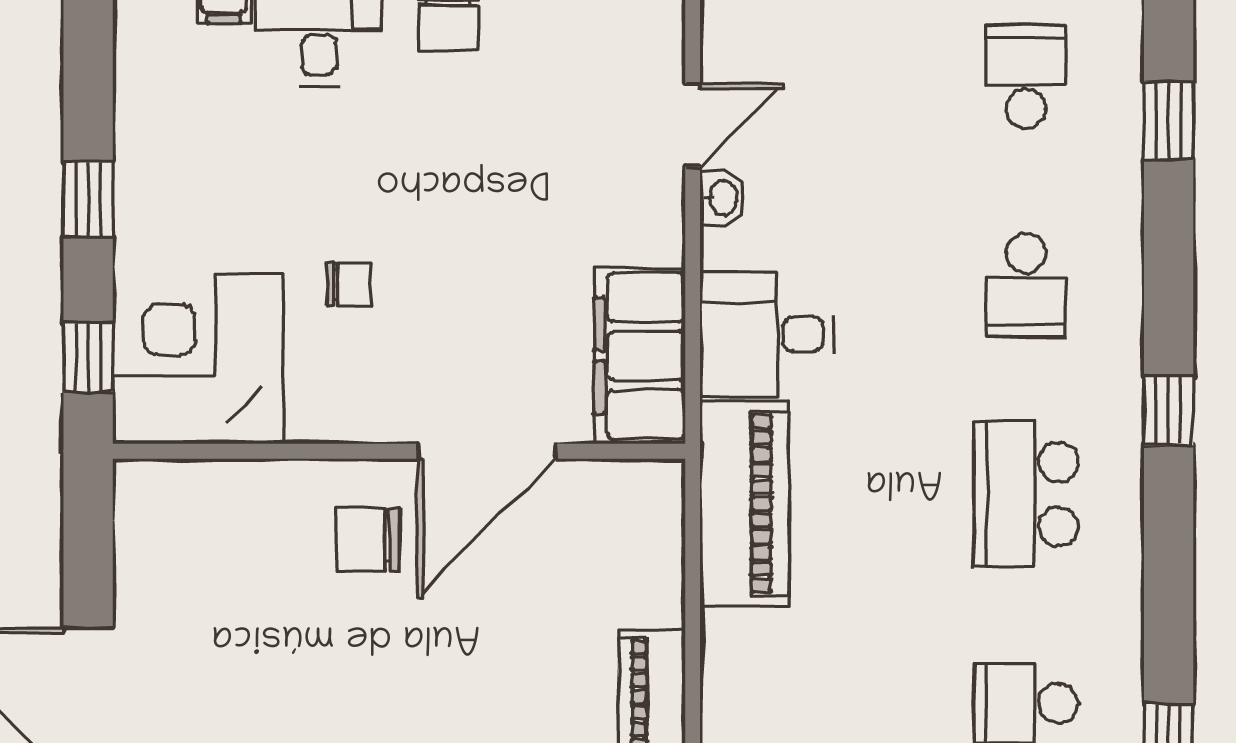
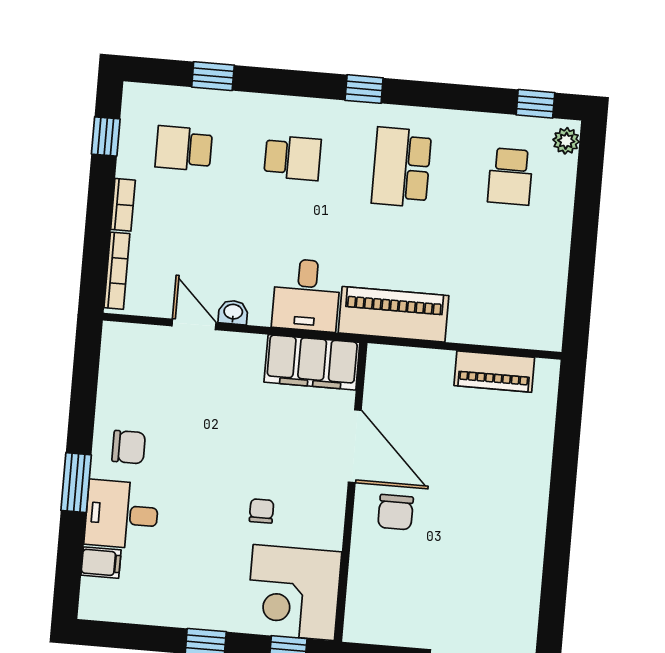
school desk: (1026, 494) -> (401, 167), turned 90

